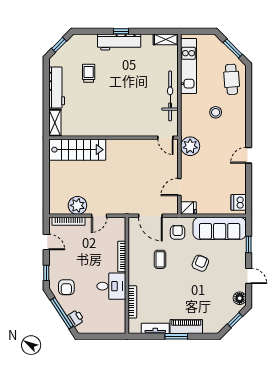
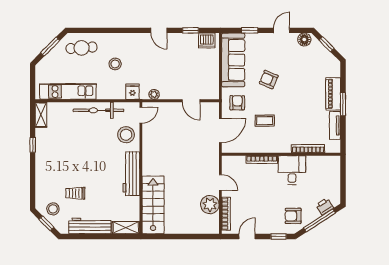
window: (121, 31) -> (33, 145), moved
workbench: (119, 42) -> (131, 174), moved, turned 180
stool: (73, 51) -> (53, 209), added
stool: (146, 123) -> (126, 135), added
plant: (190, 146) -> (154, 94), width x0.53, depth x0.53
window: (249, 186) -> (191, 30), added
fridge: (188, 208) -> (132, 92), moved
armchair: (178, 232) -> (237, 103), turned 90
armchair: (66, 287) -> (293, 216), turned 180

